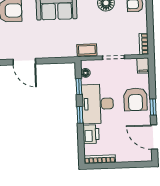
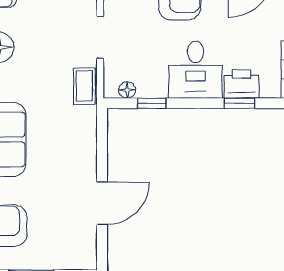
desk: (98, 104) -> (195, 70), width x0.73
window: (80, 115) -> (239, 103), moved

